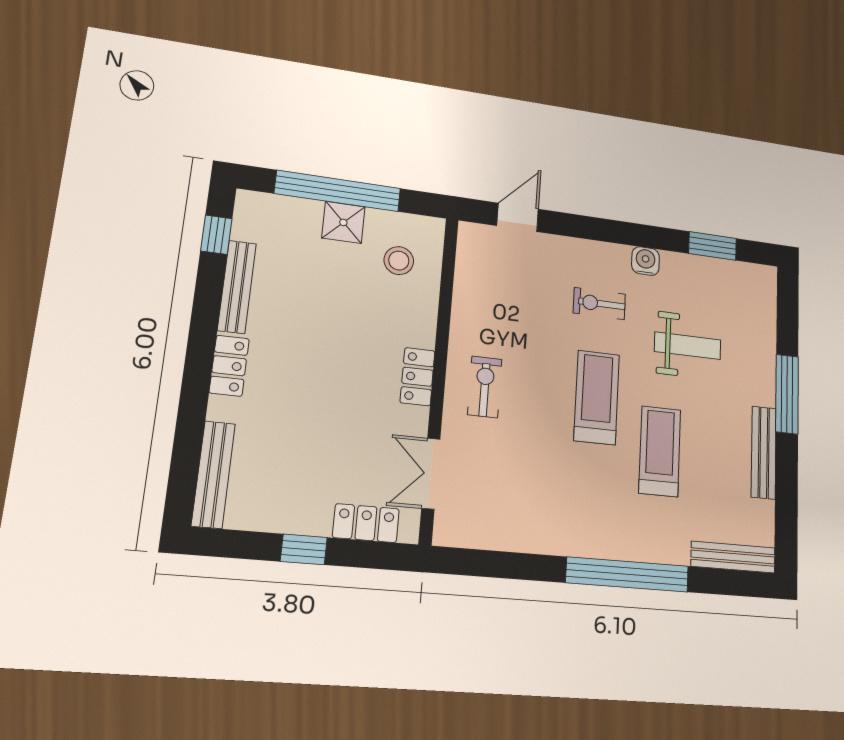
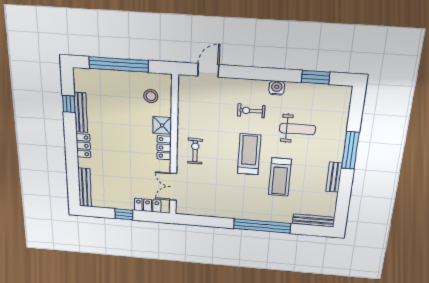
shower: (343, 222) -> (162, 125), moved
window: (216, 235) -> (69, 104), moved
treadmill: (660, 451) -> (280, 177), turned 180
bench: (764, 452) -> (334, 177), width x0.73

